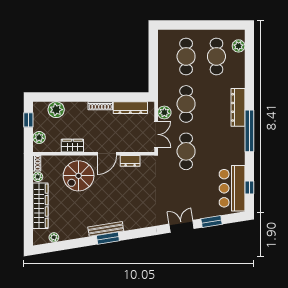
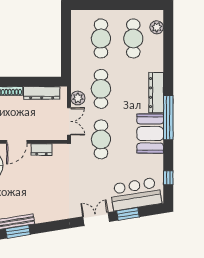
booth: (232, 146) -> (150, 134), added
bar counter: (232, 188) -> (136, 194), moved, turned 81

